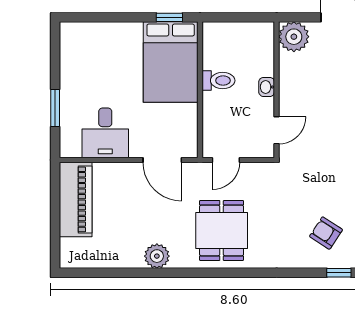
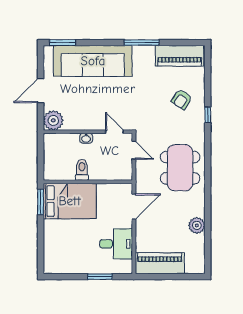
window: (169, 17) -> (41, 202), width x1.50
door: (226, 160) -> (134, 150), moved
dining table: (222, 230) -> (180, 168), width x1.37
plant: (157, 256) -> (197, 225), moved
window: (339, 273) -> (208, 115), moved

